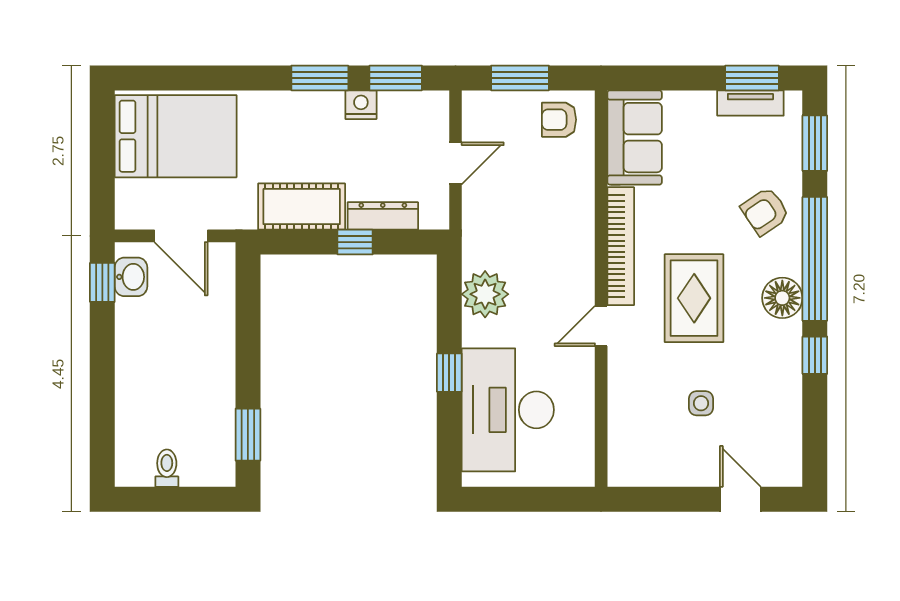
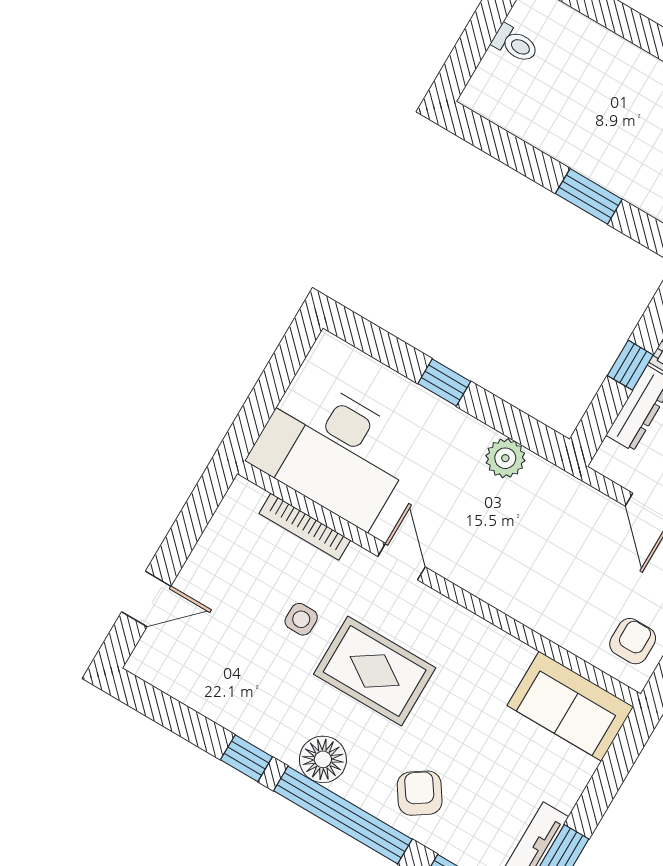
bookcase: (621, 246) -> (305, 527), moved, width x0.68, depth x0.76
plant: (485, 294) -> (505, 458), width x0.73, depth x0.73
side table: (701, 403) -> (301, 619), moved
desk: (508, 410) -> (333, 451), moved, turned 180
window: (248, 435) -> (589, 196), moved

